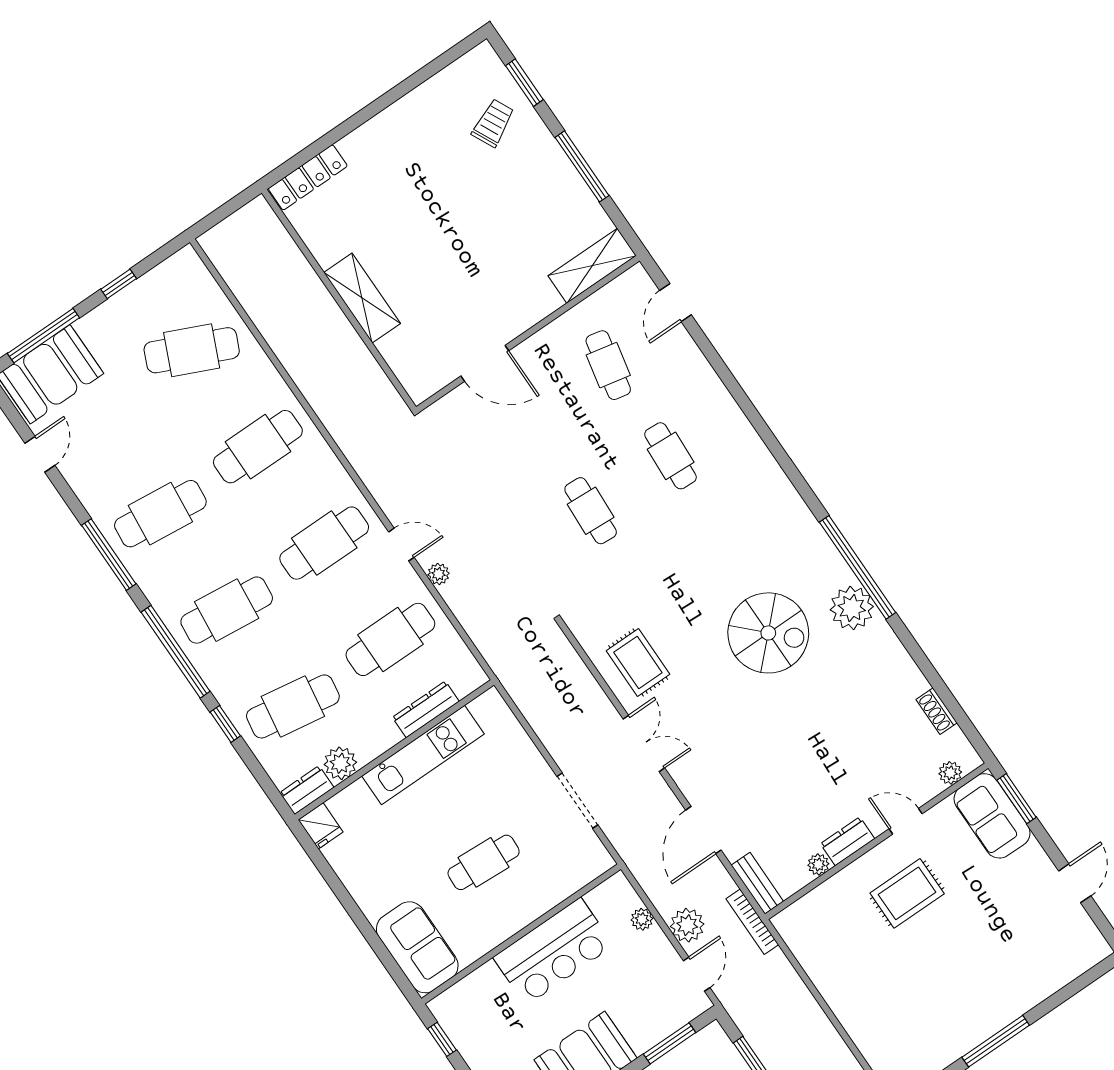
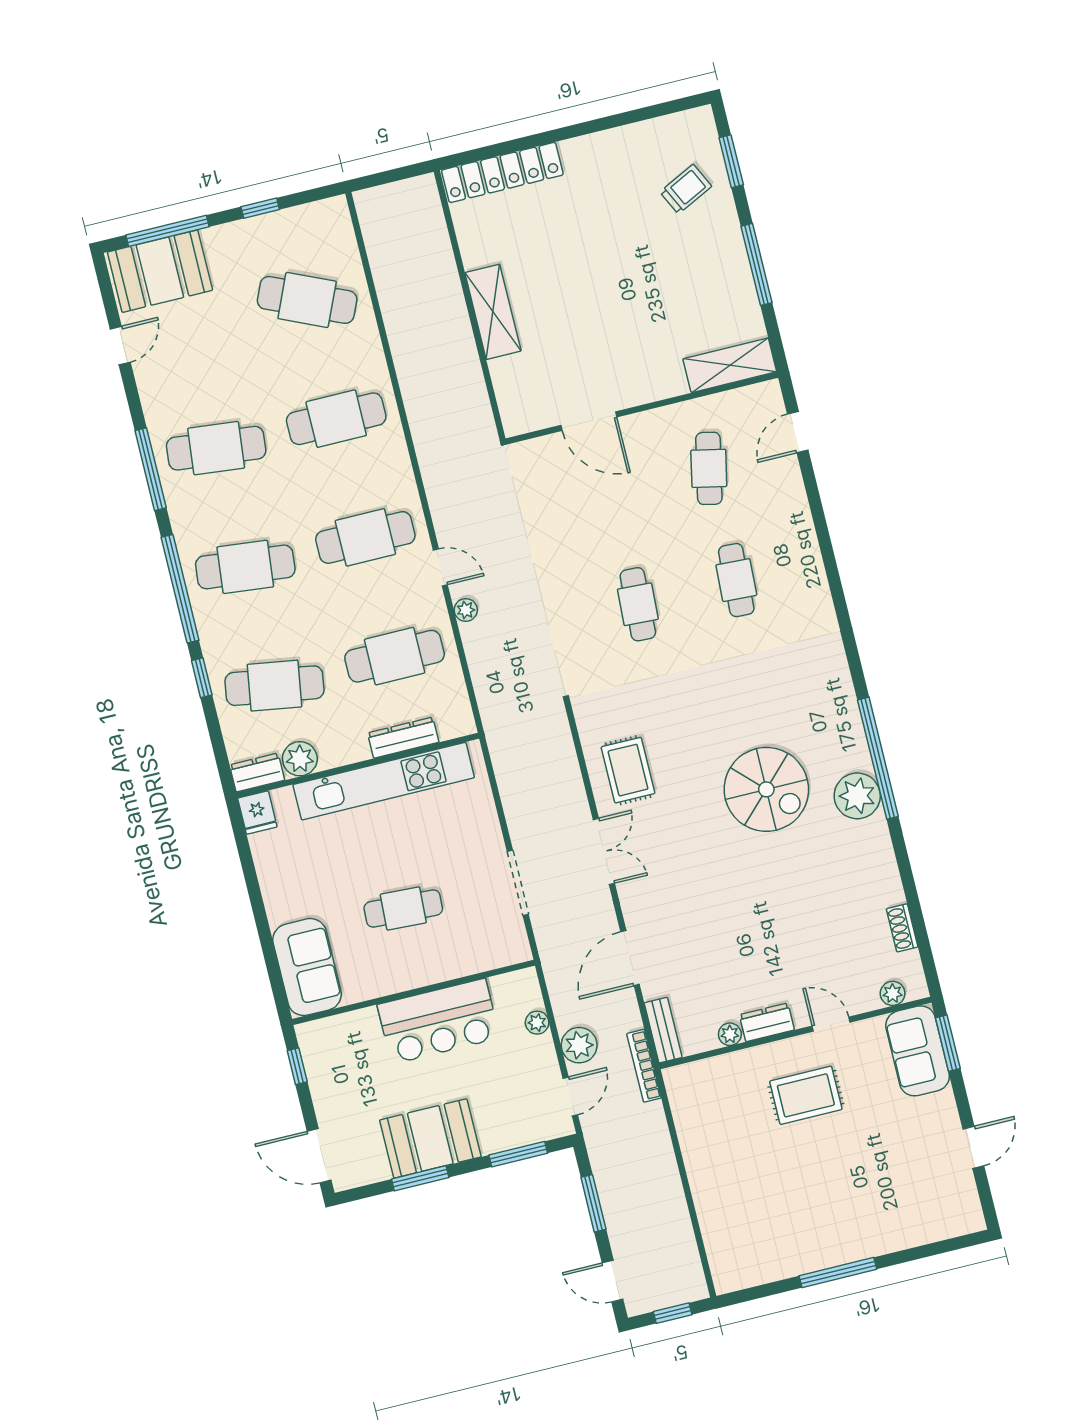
locker: (308, 177) -> (502, 172), width x1.41, depth x1.21
kitchen unit: (423, 755) -> (384, 781), width x1.36

